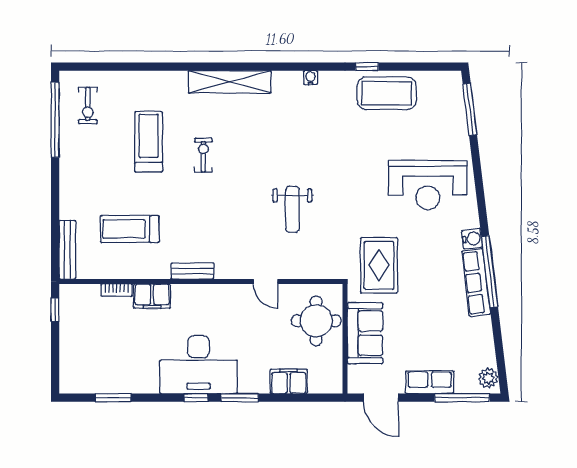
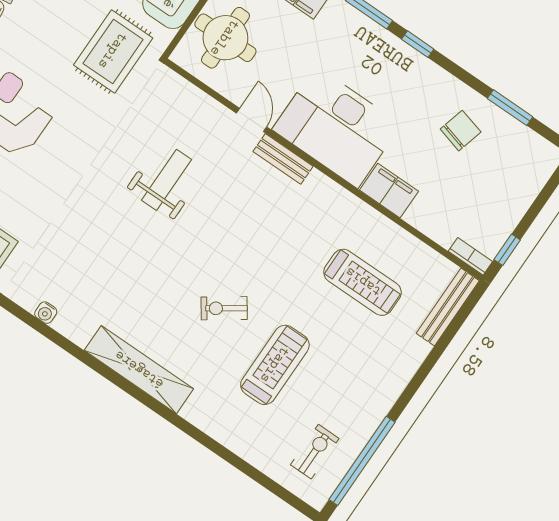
treadmill: (149, 142) -> (275, 365), turned 180
exercise bike: (203, 155) -> (224, 308), turned 55
bench: (192, 271) -> (283, 159), moved
bookcase: (117, 290) -> (470, 256), moved
chair: (134, 363) -> (461, 131), added
desk: (198, 365) -> (337, 127), moved, turned 180

